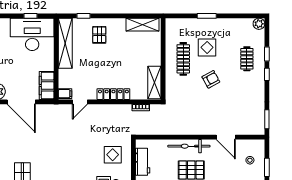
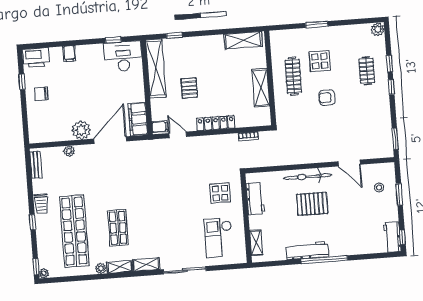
desk: (32, 34) -> (123, 56), width x0.73, depth x0.77
pallet: (99, 35) -> (189, 88), moved
armchair: (211, 79) -> (327, 98), turned -151
shelving: (154, 82) -> (261, 88), moved
door: (21, 102) -> (110, 140), swing flipped
door: (80, 102) -> (178, 135), swing flipped

